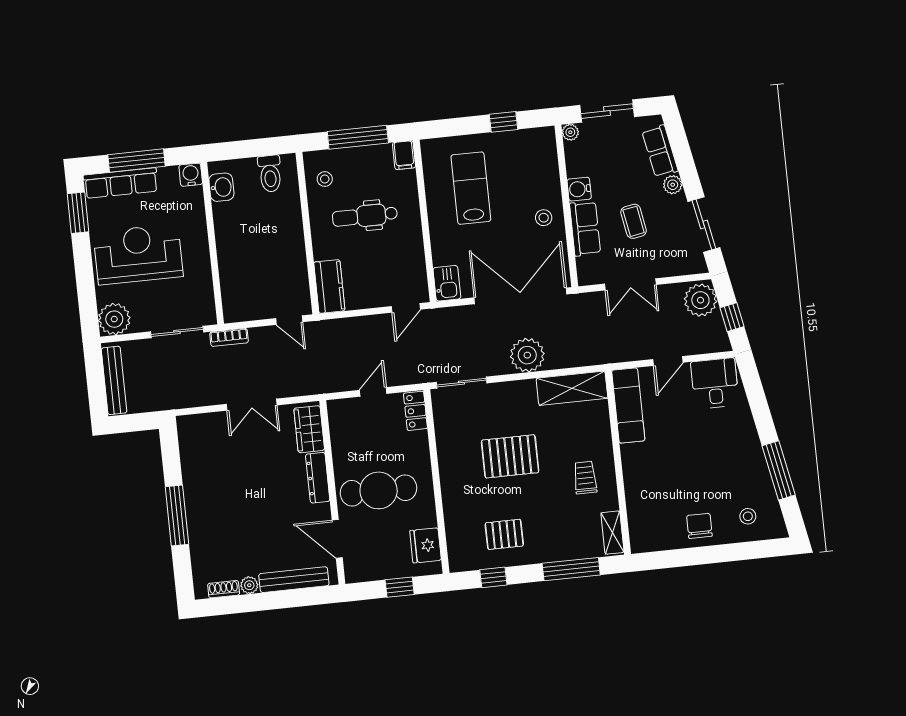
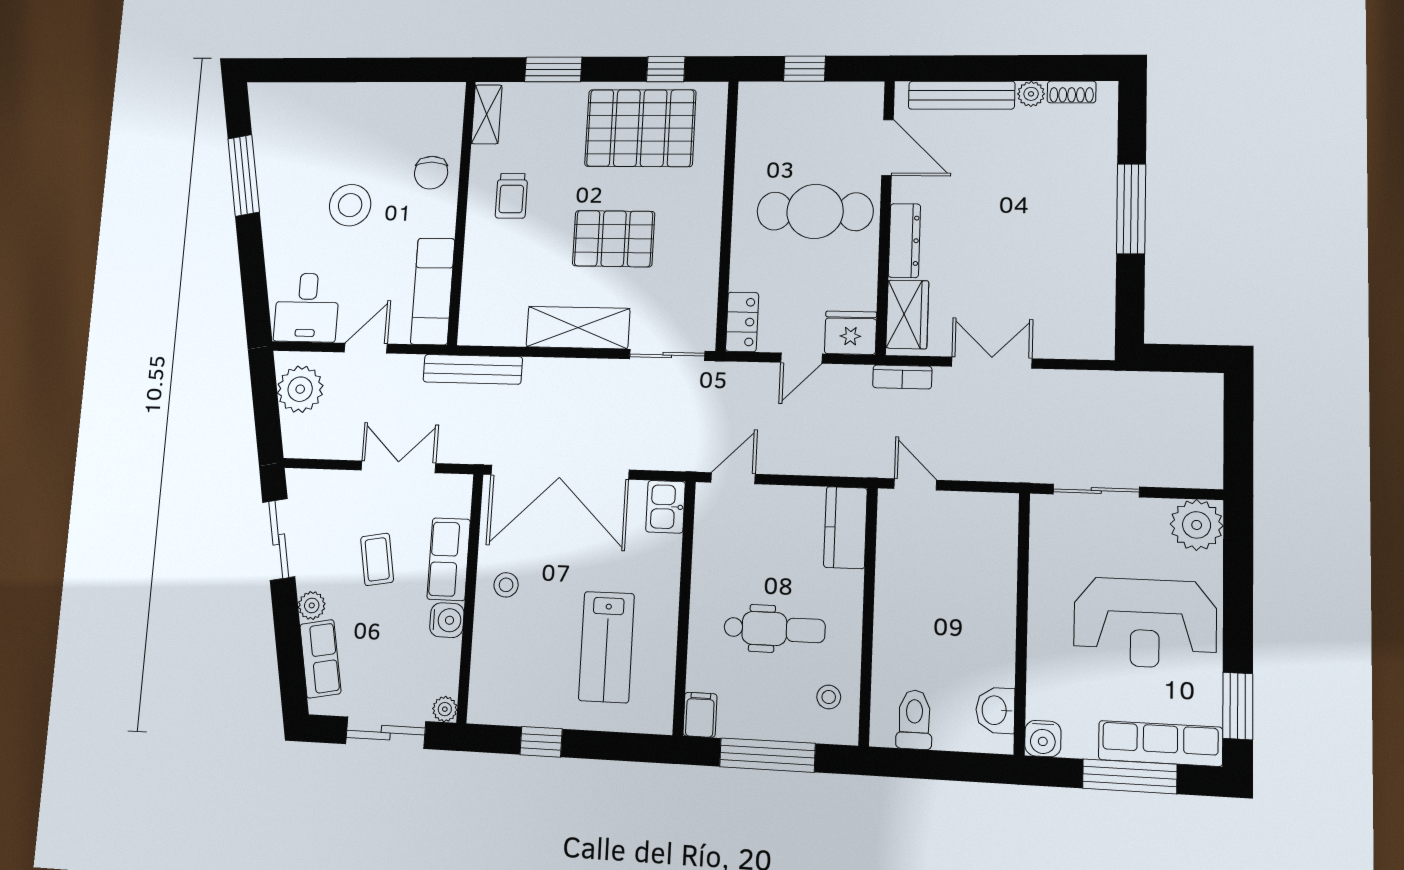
plant: (700, 300) -> (300, 389), moved
window: (732, 317) -> (265, 399), removed
bookcase: (229, 337) -> (902, 377), moved, turned 180
plant: (527, 355) -> (564, 383), removed
bench: (114, 380) -> (473, 369), moved, turned 90
shelving: (572, 388) -> (578, 328), moved
stool: (748, 516) -> (350, 205), moved, width x1.89, depth x1.89
chair: (699, 526) -> (431, 173), moved
pallet: (504, 534) -> (640, 128), width x2.05, depth x2.00
fridge: (425, 545) -> (851, 333), moved, turned -90
window: (571, 569) -> (553, 69), width x0.69

